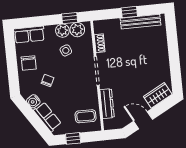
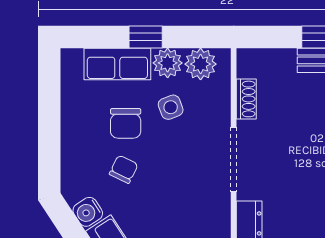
window: (70, 18) -> (146, 37), moved
row of seats: (29, 35) -> (117, 64), moved
chair: (29, 63) -> (126, 123), moved

